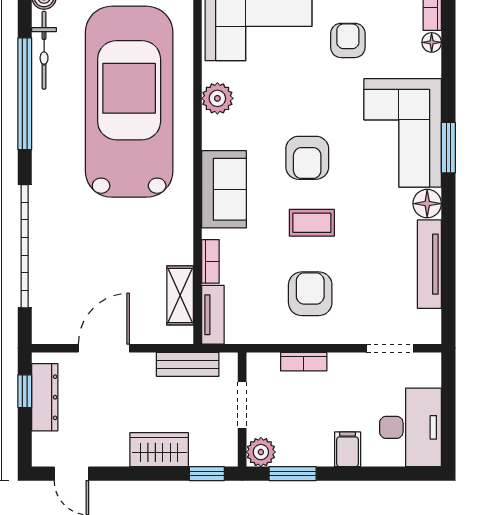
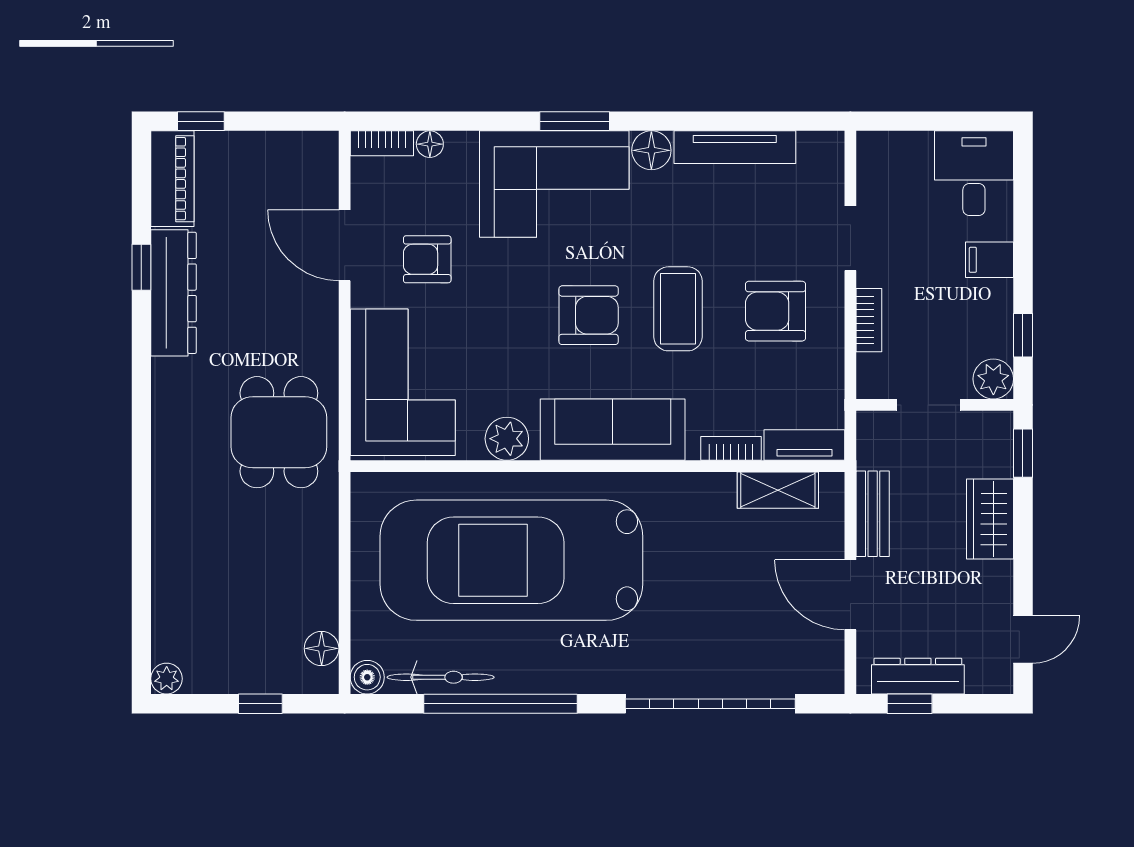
sofa: (224, 189) -> (613, 430), width x1.36
coffee table: (312, 223) -> (678, 309), width x1.36, depth x1.30
doorway: (390, 348) -> (850, 238), moved
bench: (188, 364) -> (873, 514), moved
desk: (410, 427) -> (974, 173), width x0.73
window: (293, 474) -> (1023, 335), width x0.67

